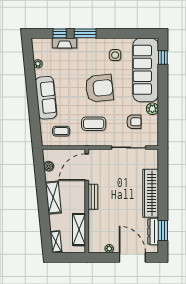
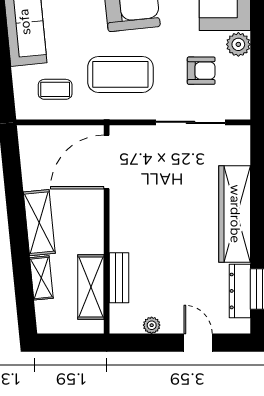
coffee table: (94, 124) -> (120, 74), width x1.36, depth x1.32
boiler: (49, 166) -> (30, 160), removed
bench: (93, 197) -> (119, 278), moved
shelving: (56, 242) -> (41, 278), moved
door: (132, 257) -> (198, 343), width x0.53

